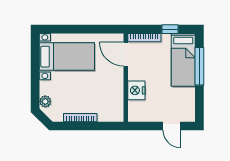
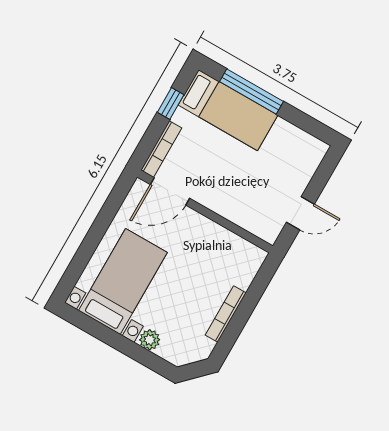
nightstand: (136, 90) -> (233, 207), removed
plant: (45, 101) -> (150, 340), moved
door: (172, 126) -> (300, 213), moved

